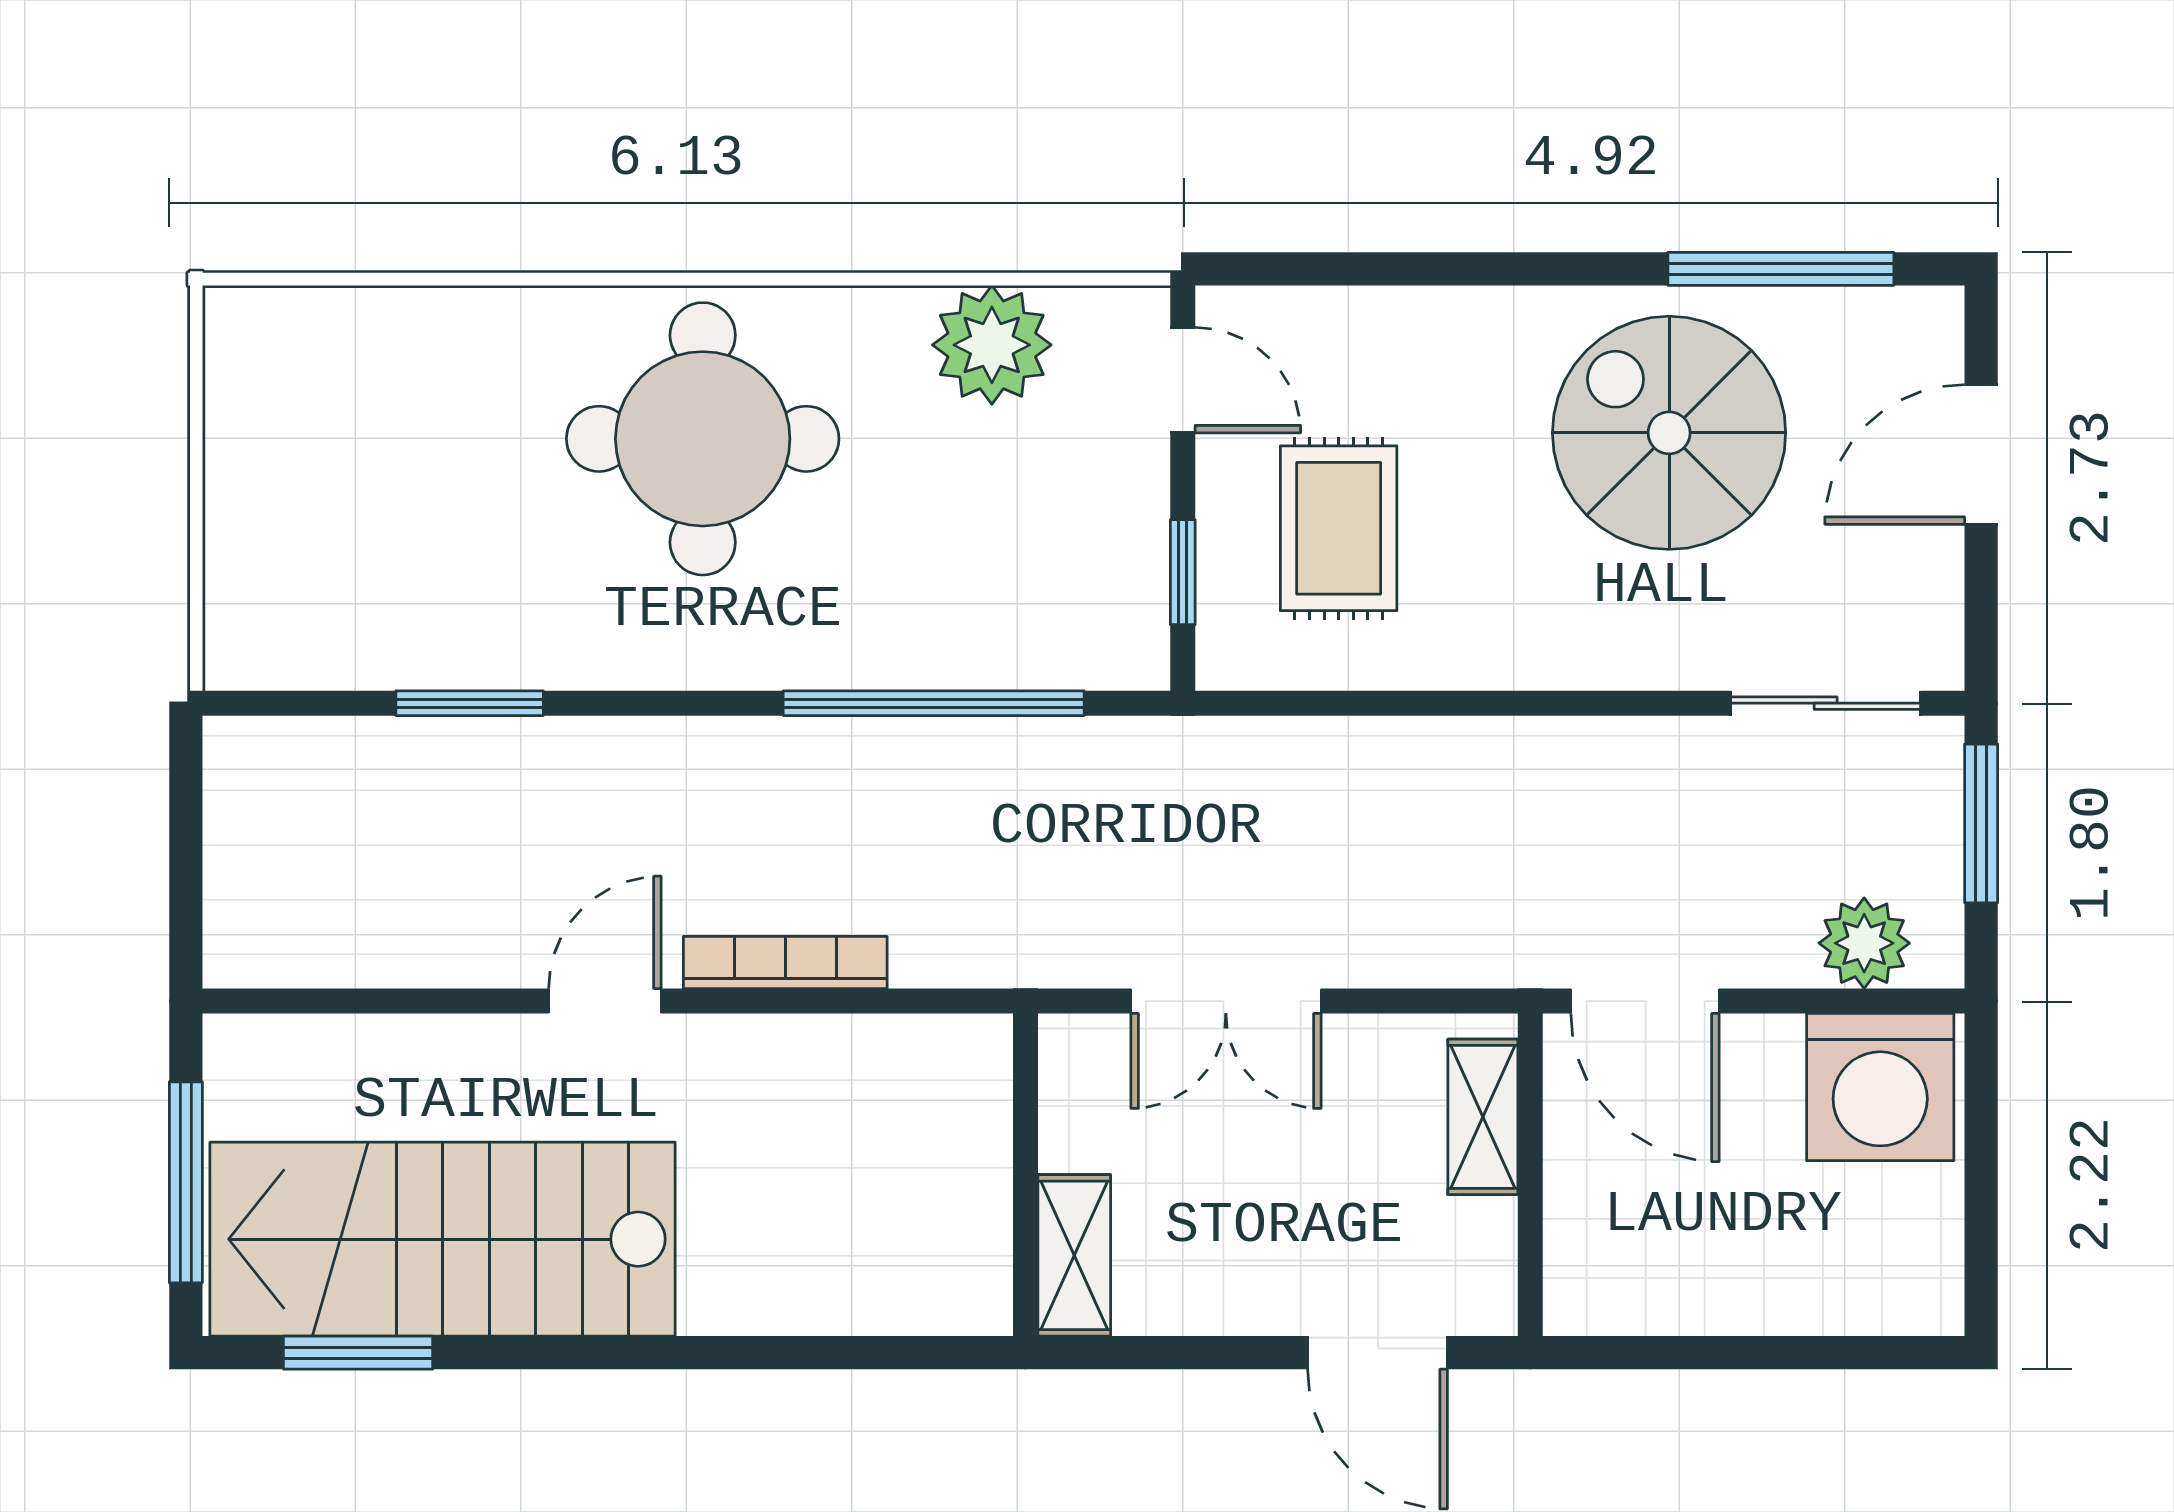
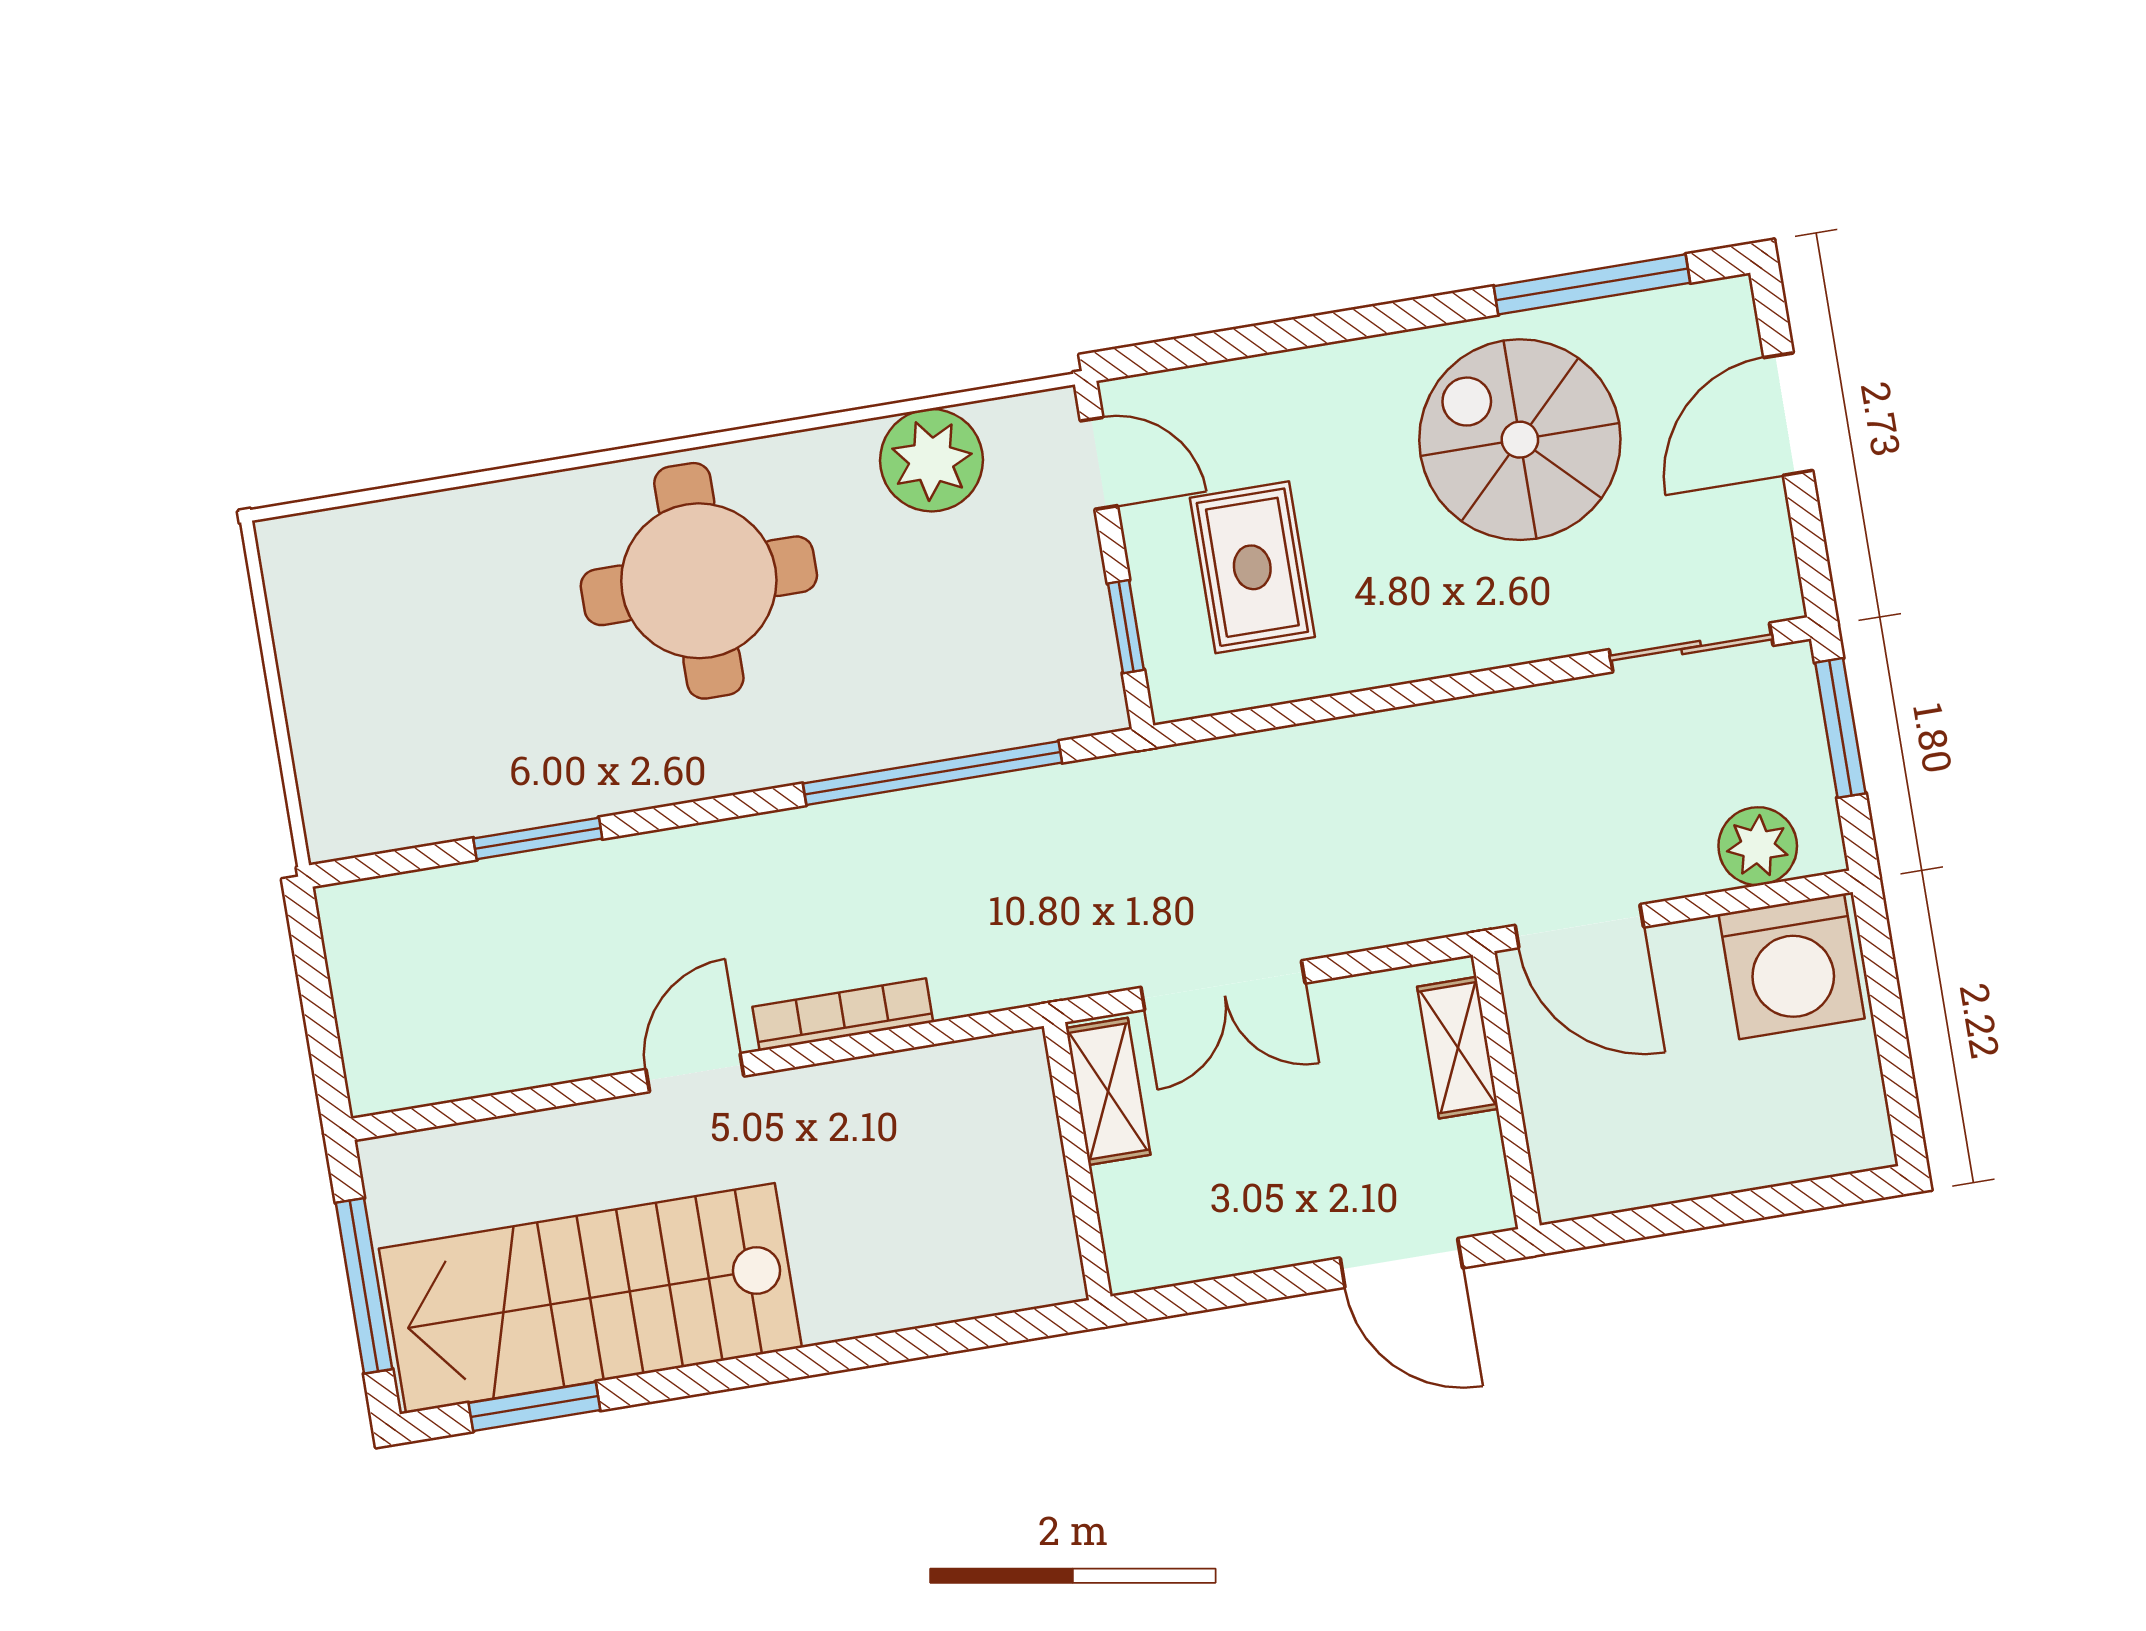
shelving: (1074, 1255) -> (1108, 1091), moved

